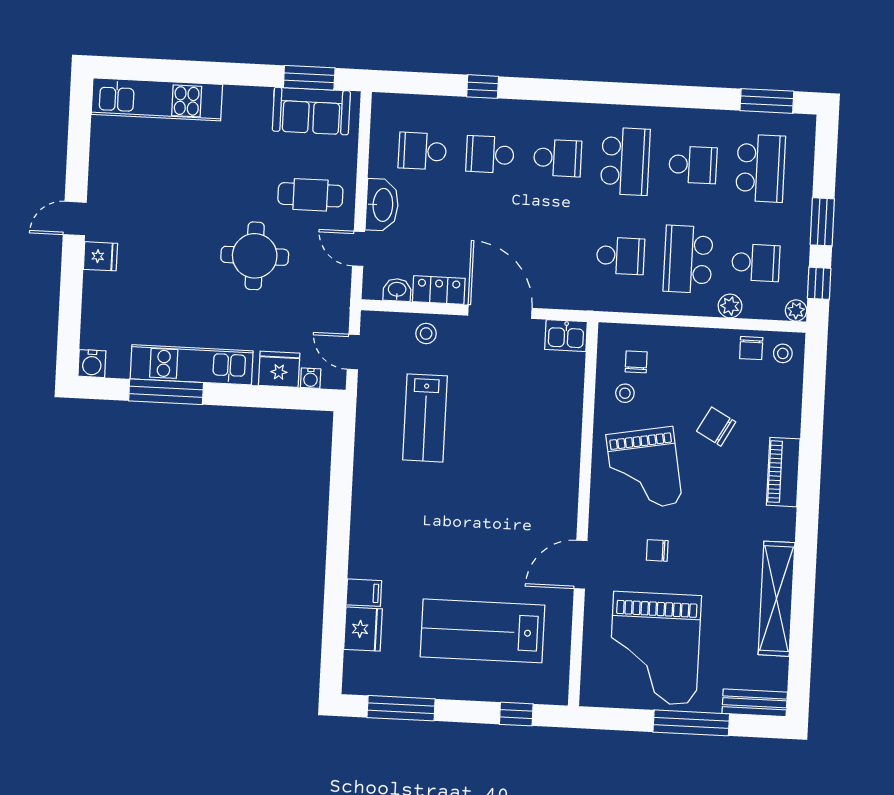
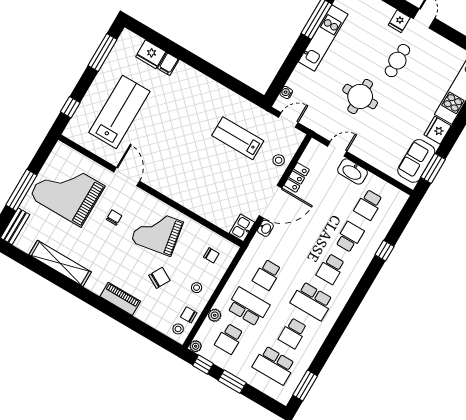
school desk: (422, 151) -> (368, 205), turned 180
cafe table: (310, 195) -> (397, 61), moved
washbasin: (397, 290) -> (265, 228), moved
fridge: (279, 369) -> (437, 130), moved, turned 180
stool: (625, 393) -> (197, 288), moved

